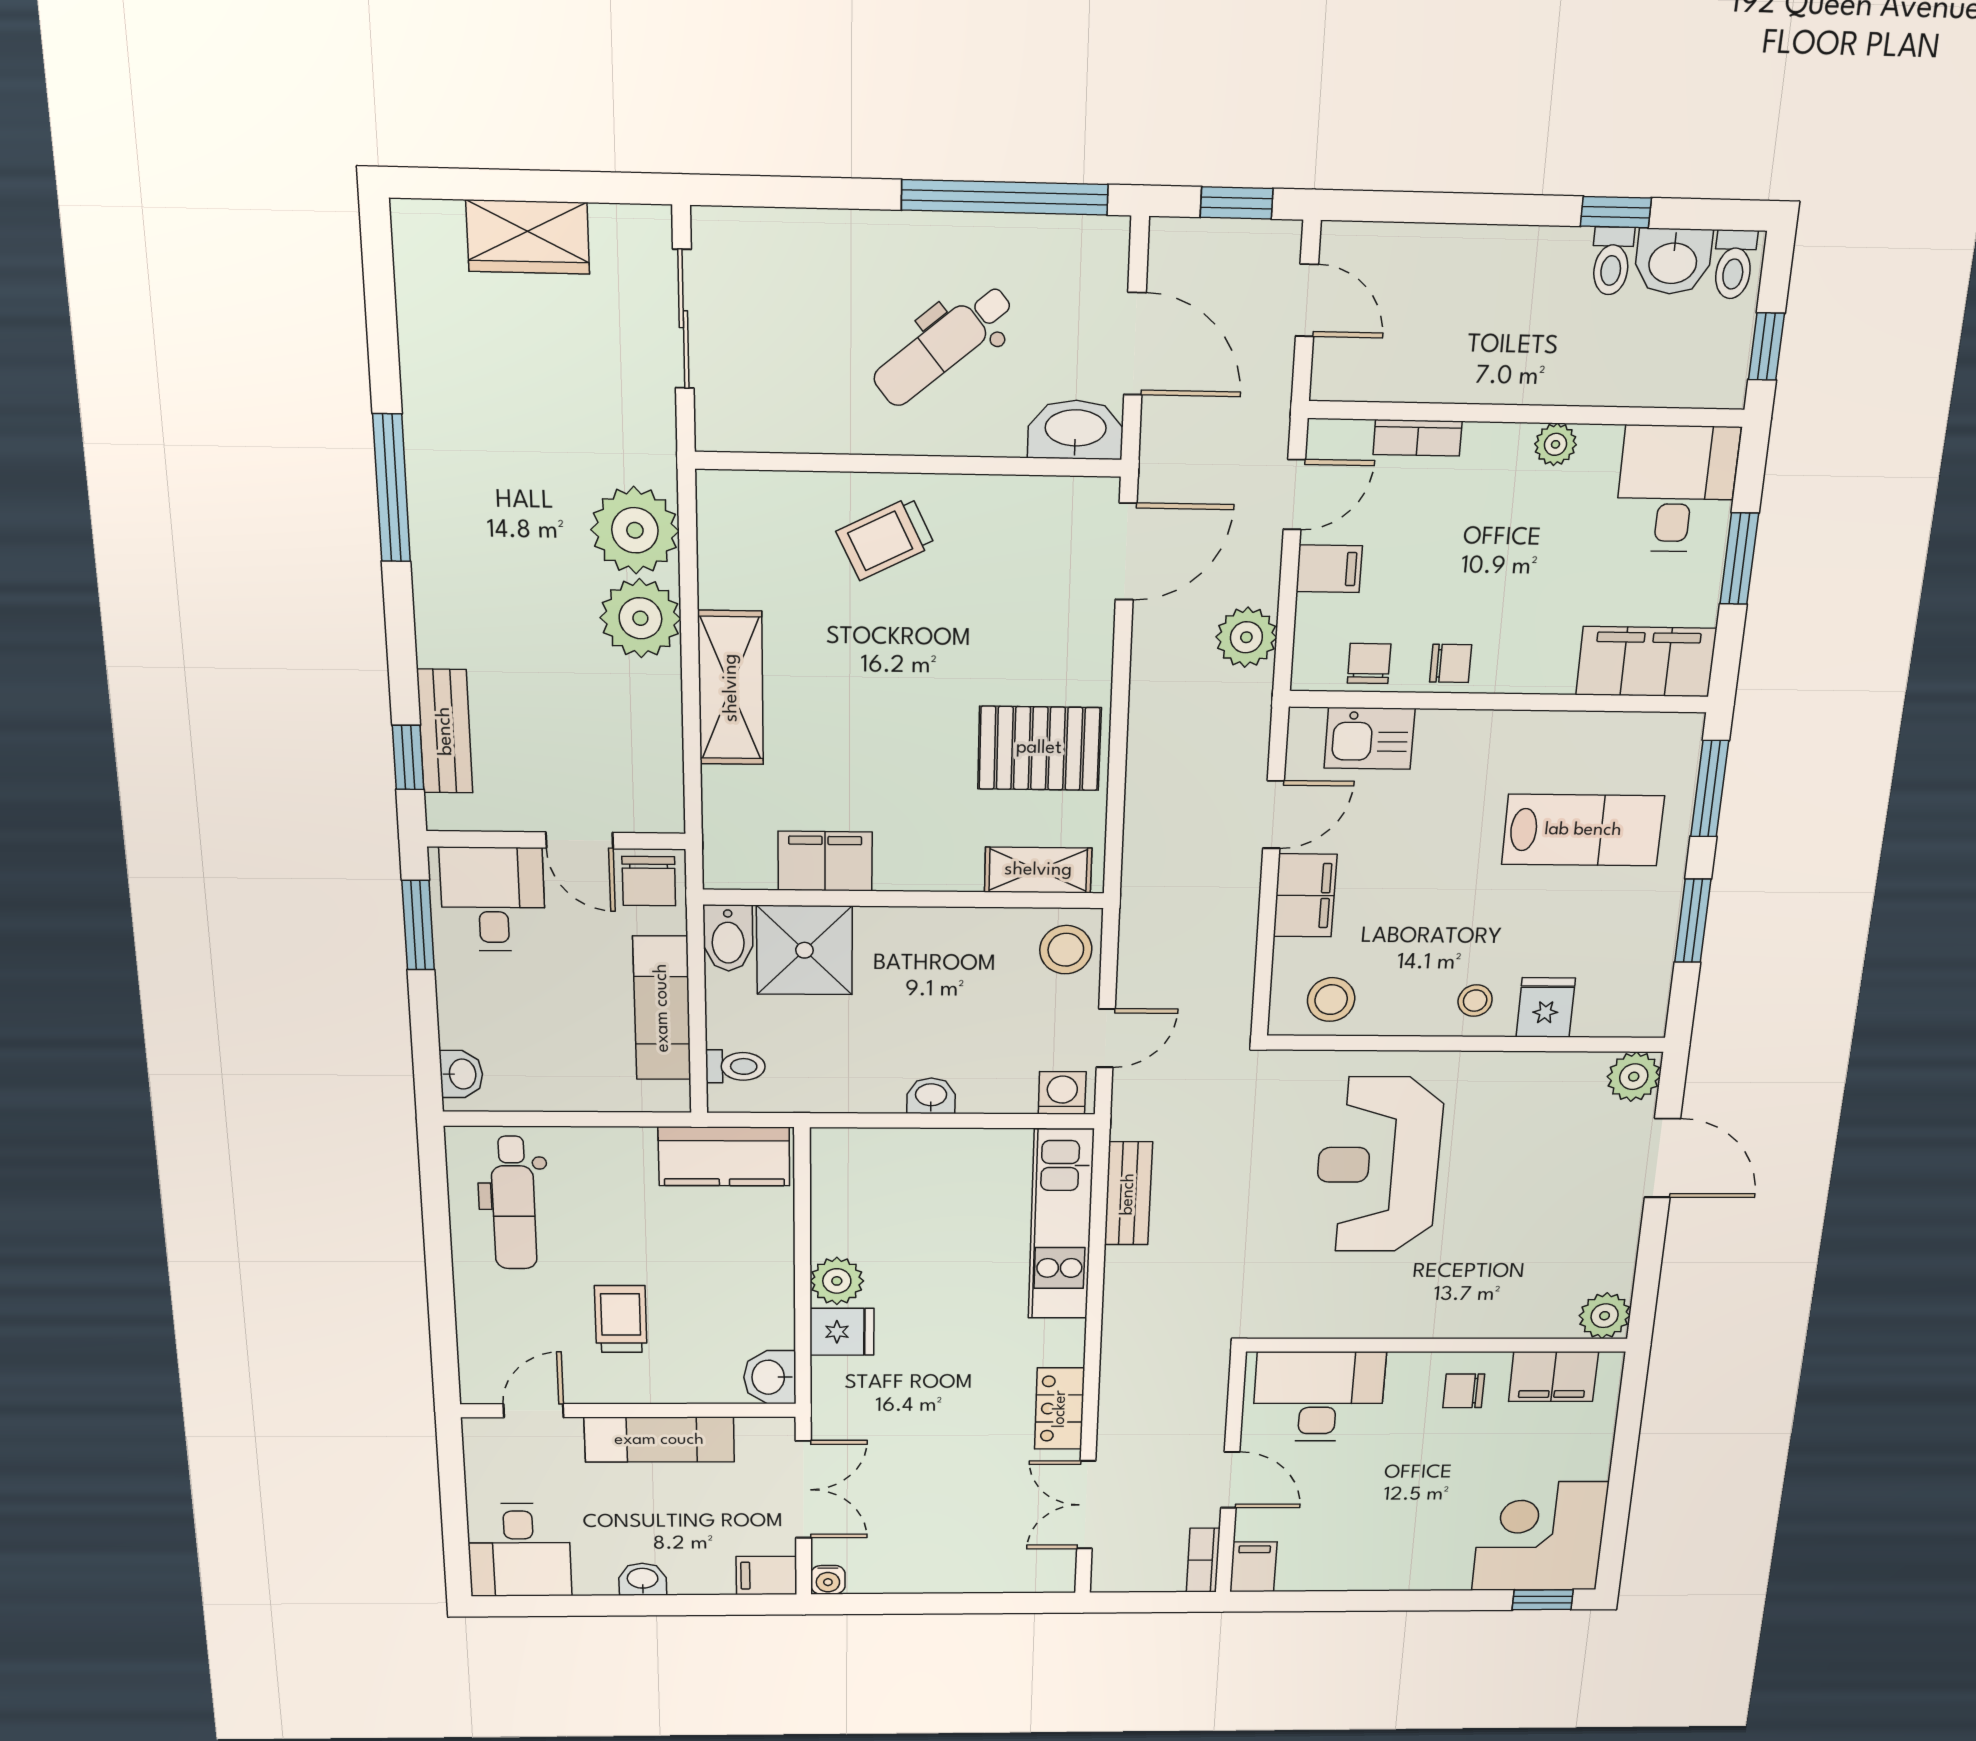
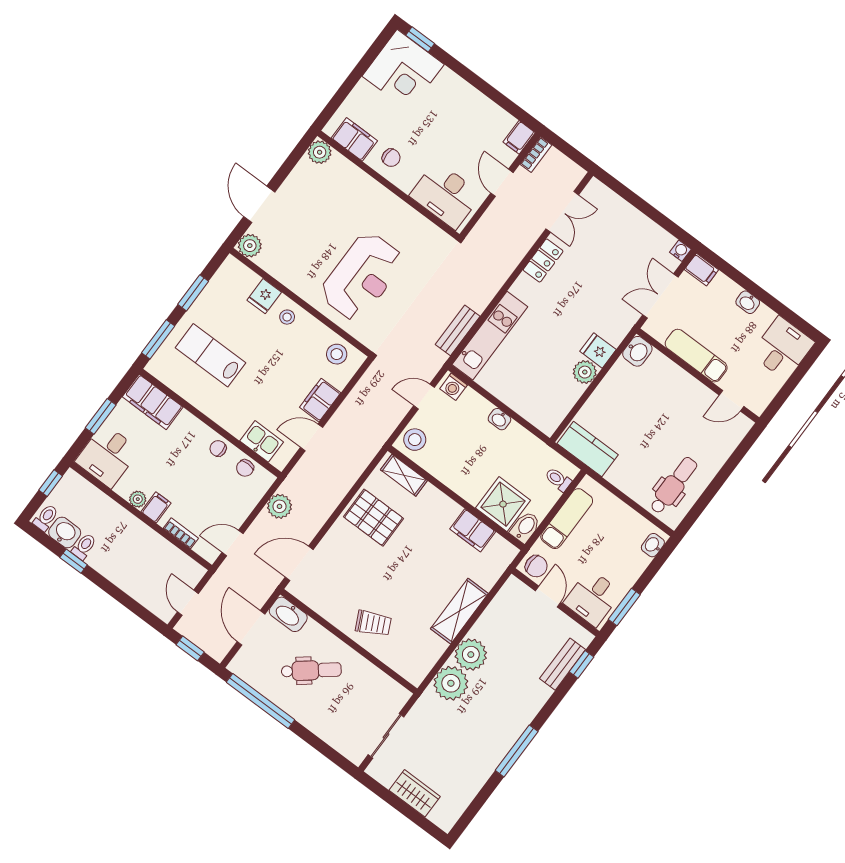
filing cabinet: (1329, 569) -> (156, 507), moved, turned 90
chair: (649, 881) -> (536, 566), turned 90
trolley: (621, 1319) -> (672, 414), removed

